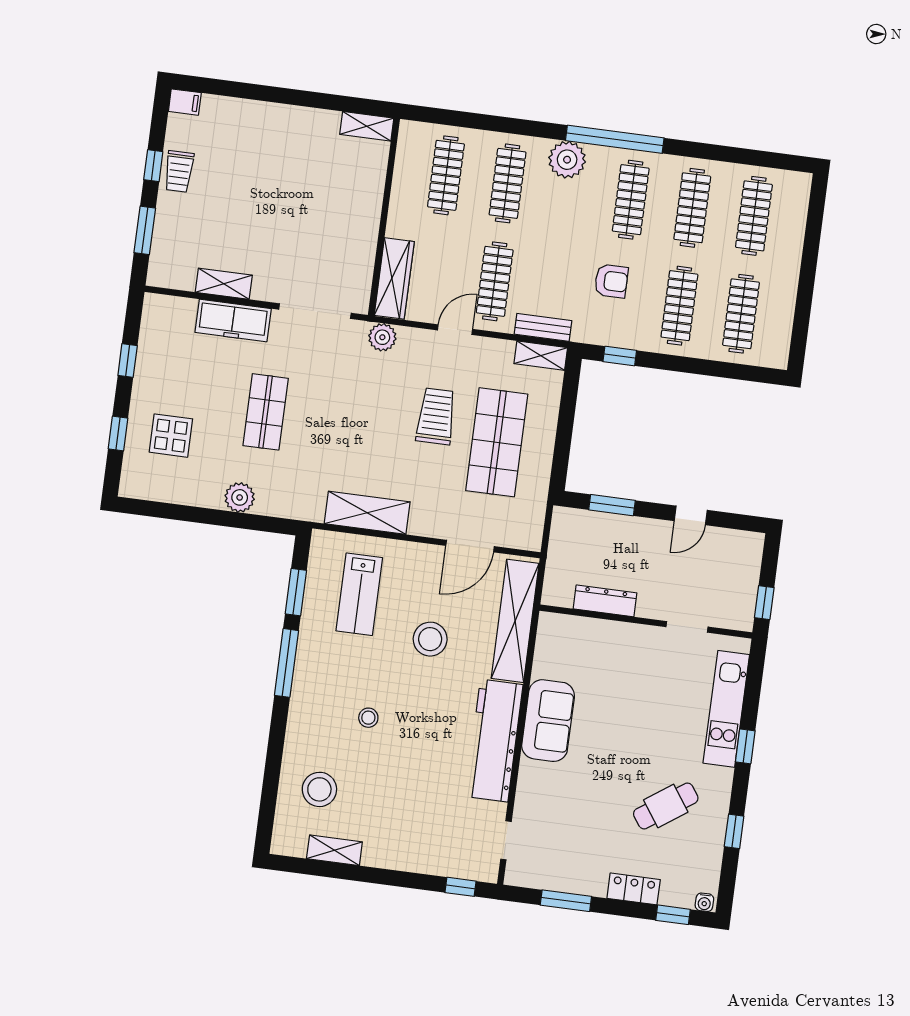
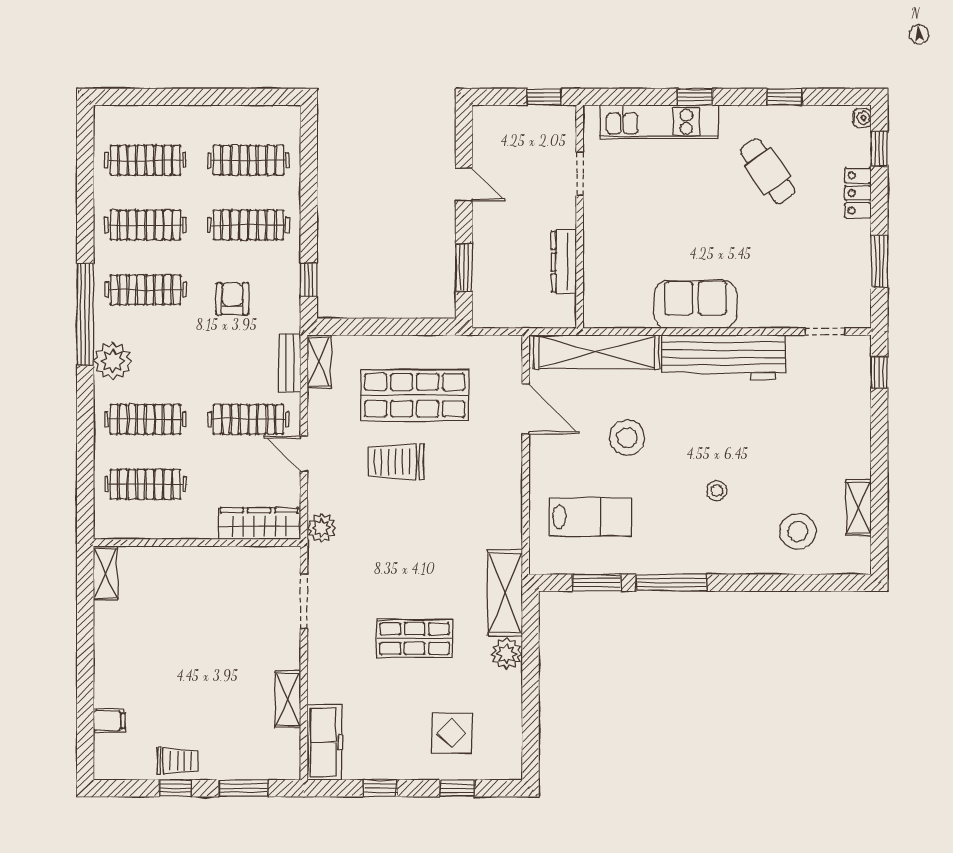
filing cabinet: (185, 102) -> (109, 721), moved, turned 90
doorway: (315, 311) -> (304, 601), width x0.73
freezer: (233, 321) -> (325, 742), moved
shelving: (367, 513) -> (505, 593), moved

